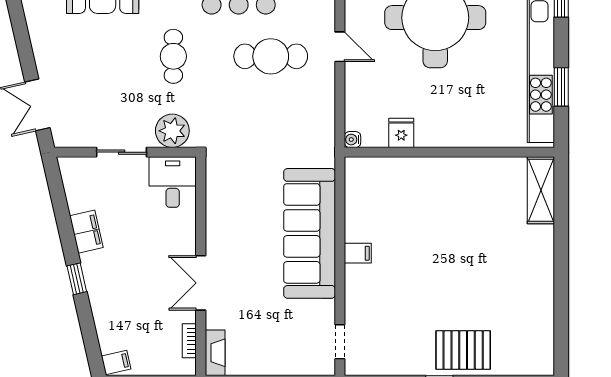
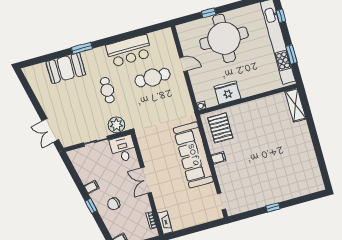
fridge: (401, 133) -> (228, 93), width x1.88, depth x1.34
filing cabinet: (86, 232) -> (92, 187), width x0.50
double door: (201, 283) -> (146, 180), moved
chair: (123, 287) -> (114, 204), added
pallet: (463, 350) -> (220, 128), moved, turned 90

